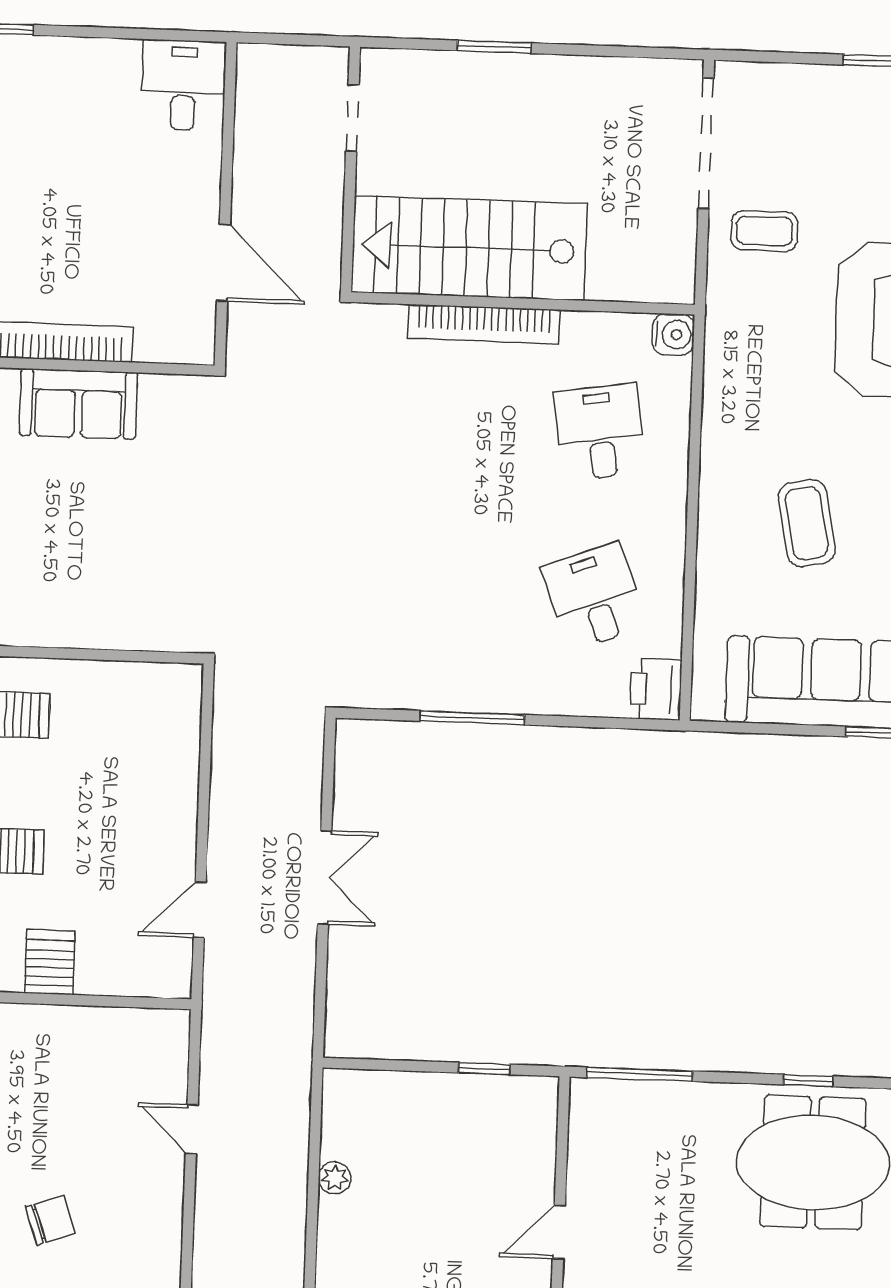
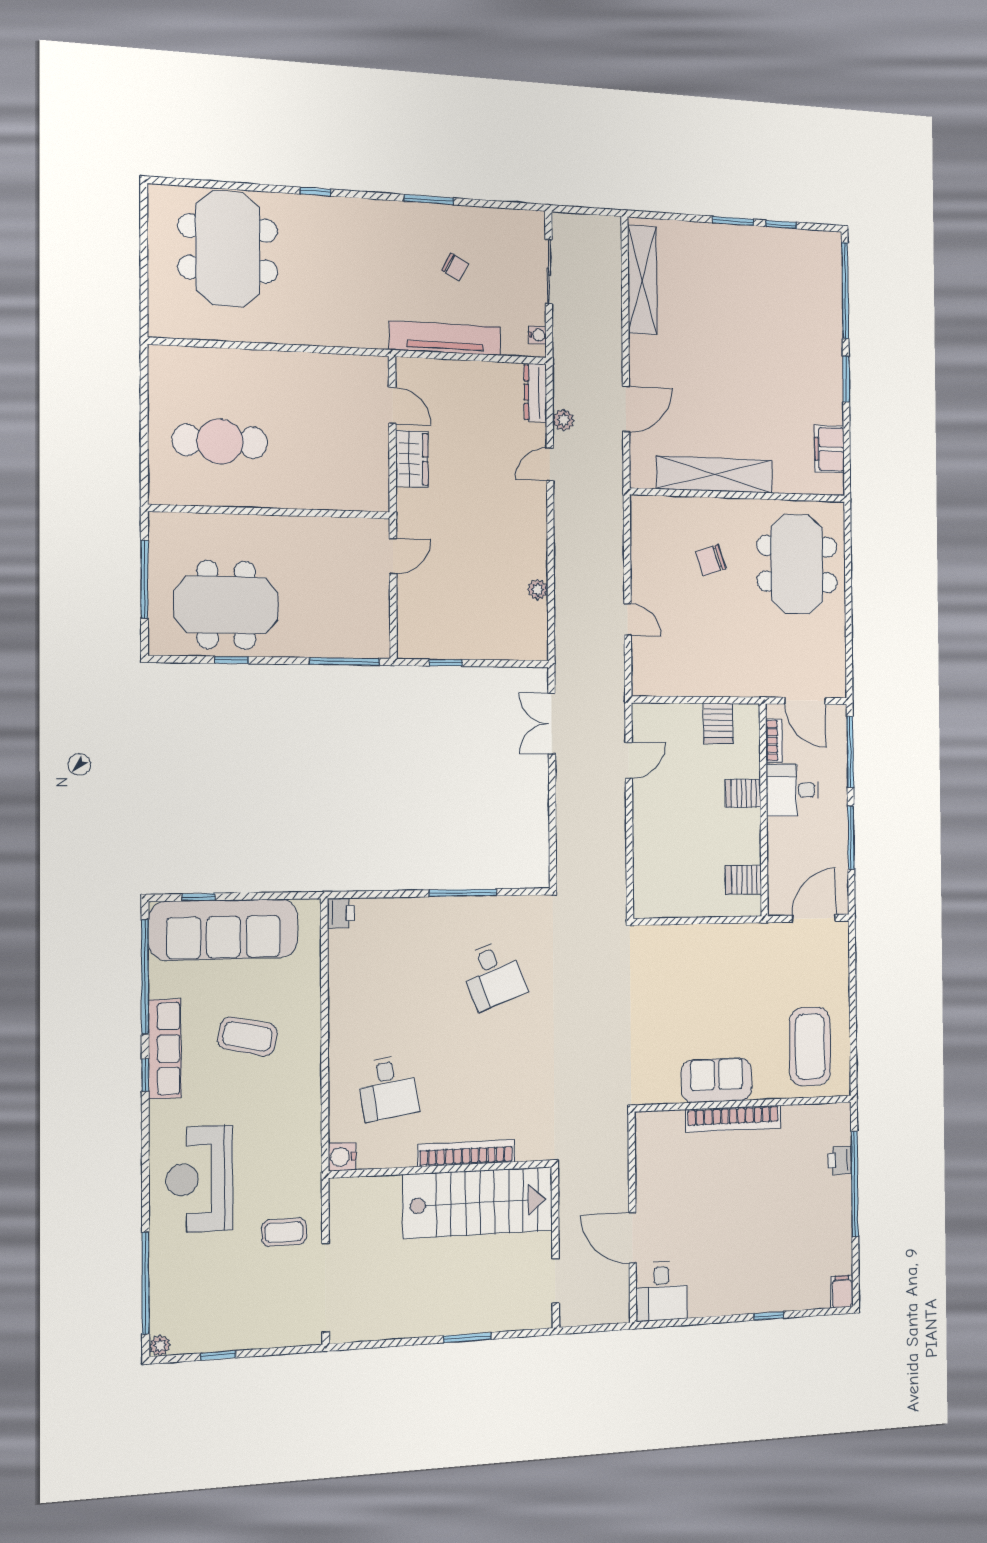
door: (223, 263) -> (632, 1238), moved
coffee table: (807, 523) -> (248, 1036), turned -67
desk: (594, 597) -> (493, 975), moved
printer: (656, 689) -> (341, 913), width x0.73, depth x0.81
double door: (325, 877) -> (552, 724), moved

